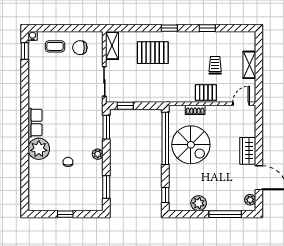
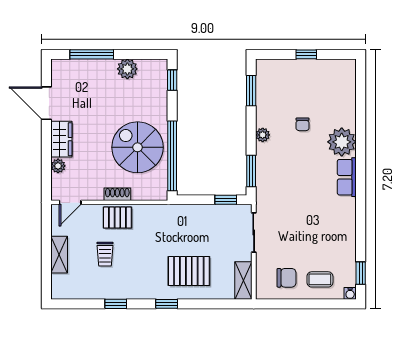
shoe rack: (195, 110) -> (117, 194), moved
plant: (250, 200) -> (58, 166), moved

